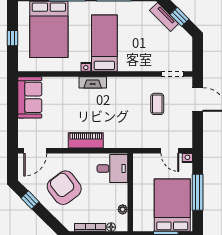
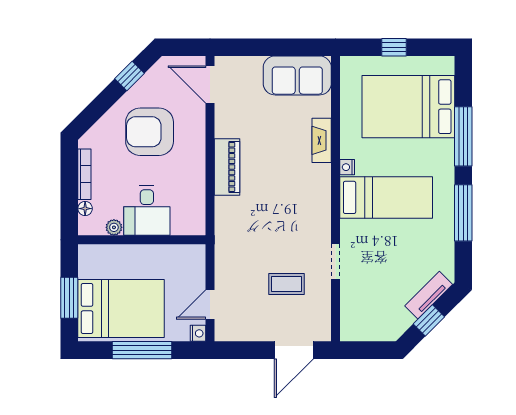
doorway: (173, 74) -> (335, 262), moved
fireplace: (93, 82) -> (322, 140), moved
desk: (112, 169) -> (147, 211), moved
armchair: (64, 188) -> (150, 132), turned -143

